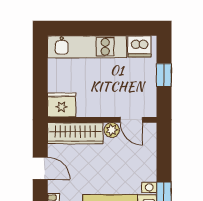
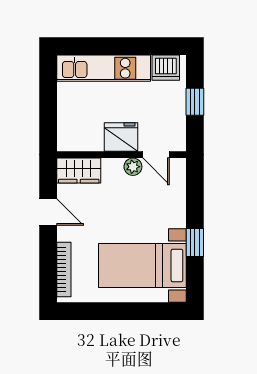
fridge: (62, 105) -> (121, 137), moved
wardrobe: (75, 133) -> (79, 171), width x0.67

